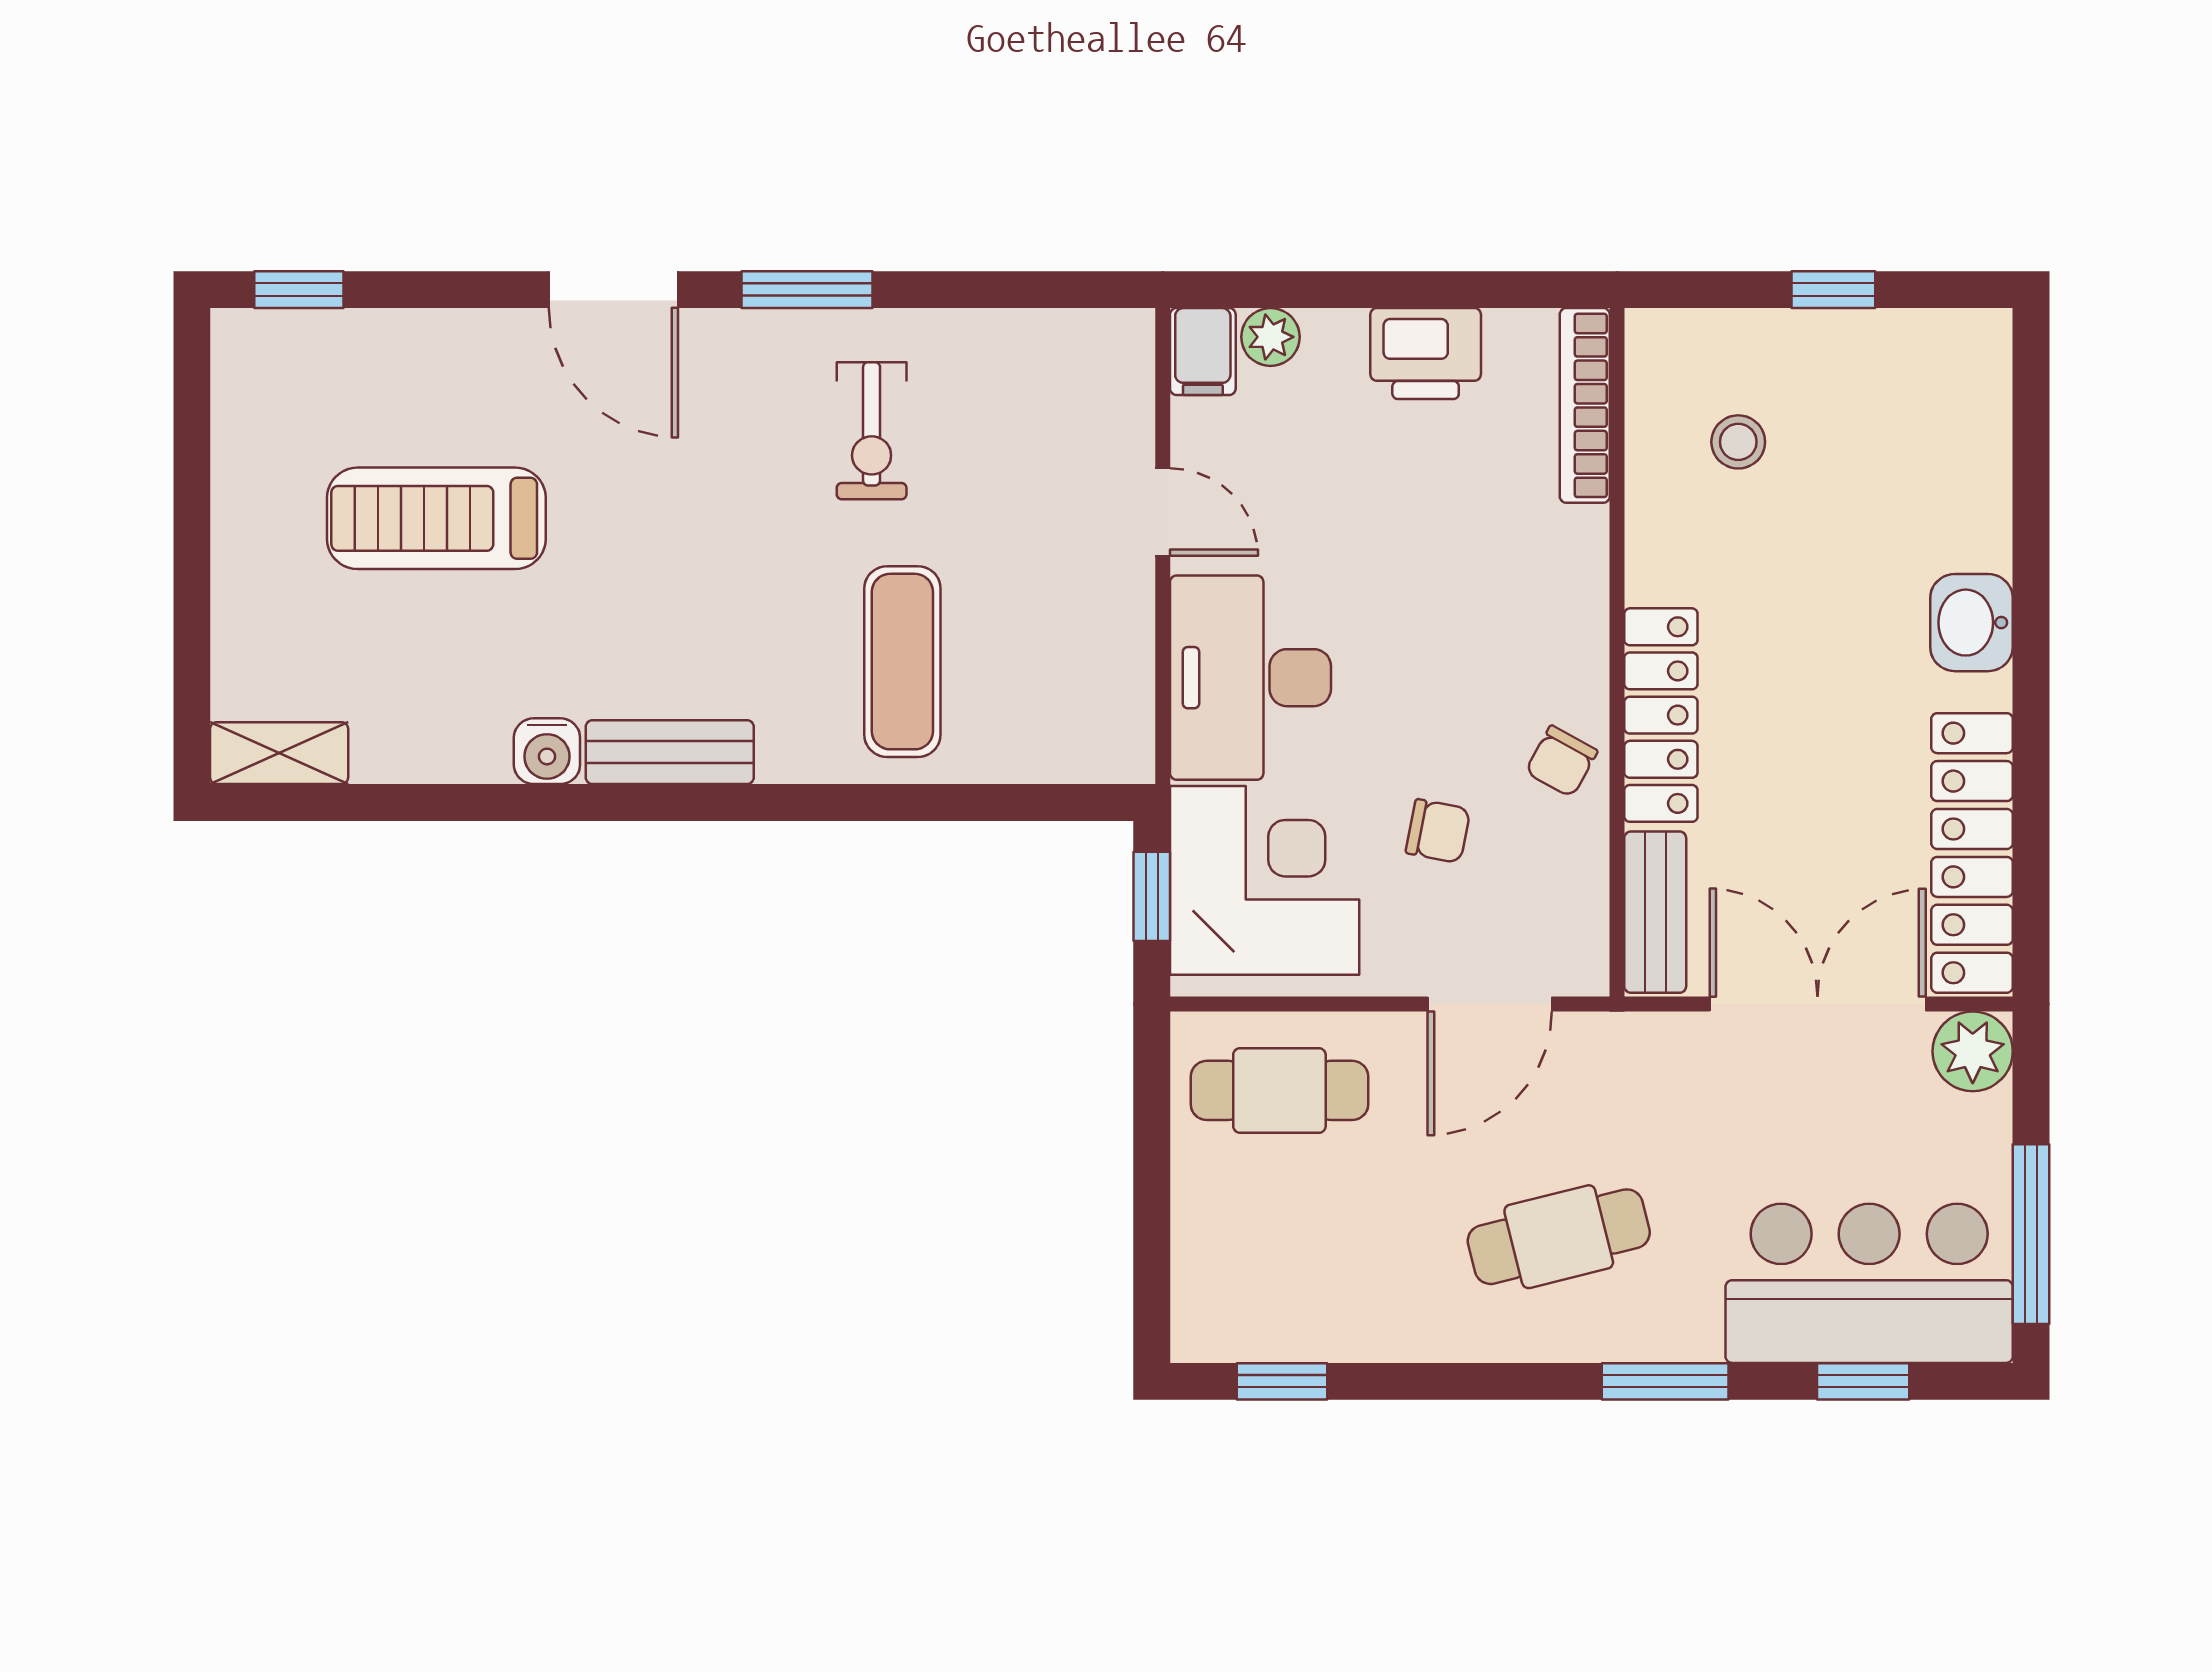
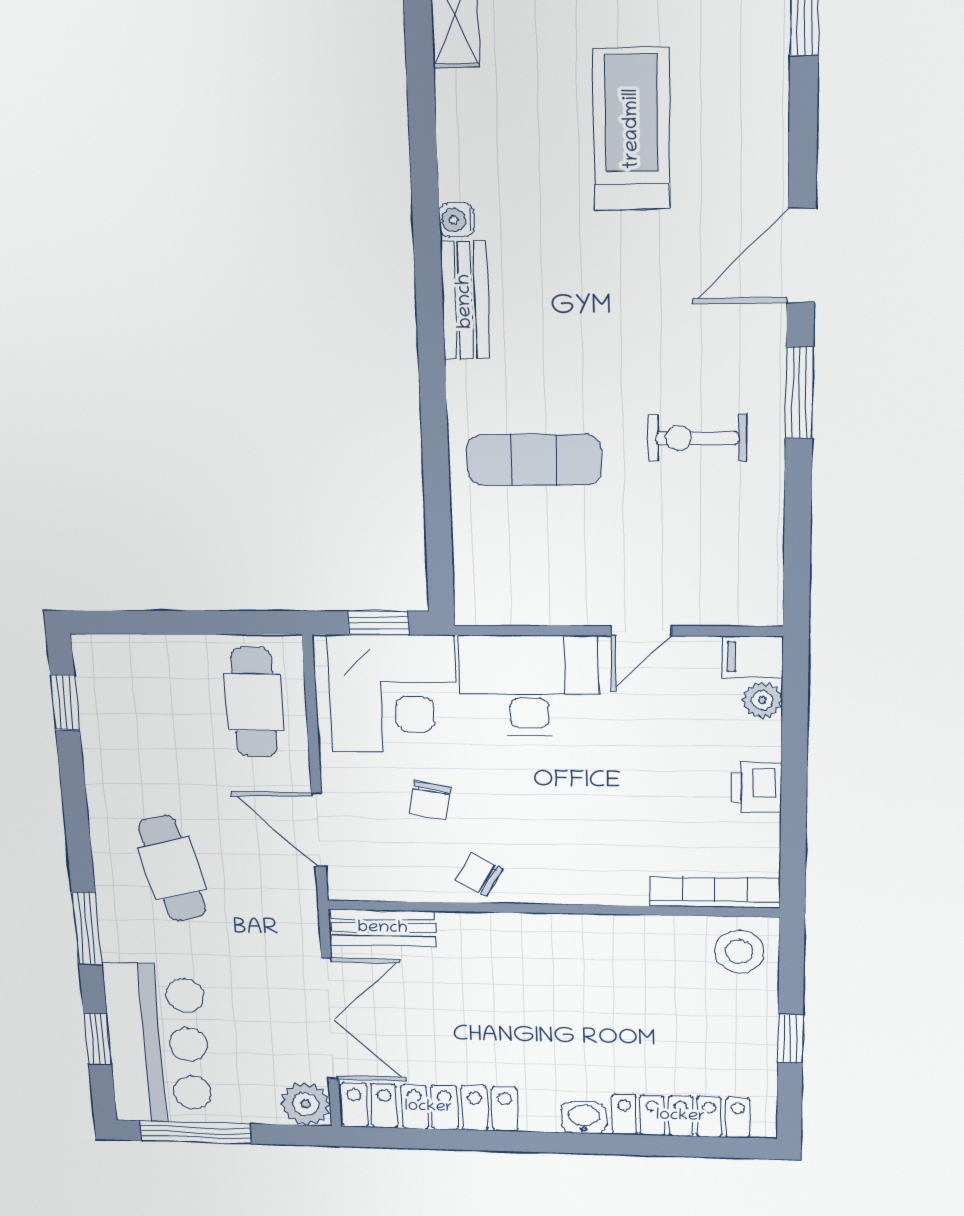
printer: (1426, 354) -> (756, 788), width x0.73, depth x0.81
stool: (1738, 442) -> (739, 952), moved, width x1.37, depth x1.37
washbasin: (1971, 623) -> (584, 1118), width x0.72, depth x0.69
locker: (1661, 715) -> (681, 1116), moved, turned 180
water cooler: (547, 751) -> (457, 220), width x0.72, depth x0.72

